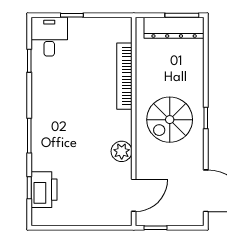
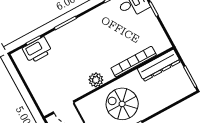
dresser: (174, 28) -> (159, 65), moved, turned -90
plant: (122, 151) -> (96, 80), moved

